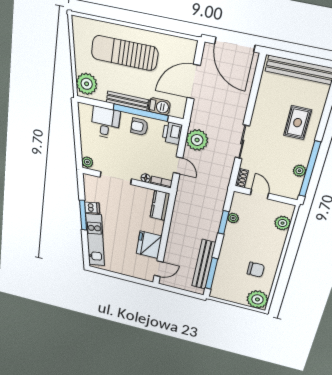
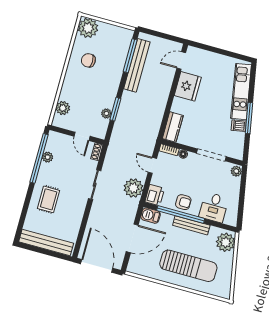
barbecue: (159, 106) -> (151, 216), moved

